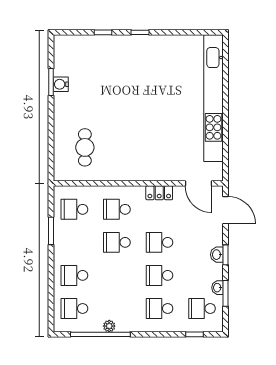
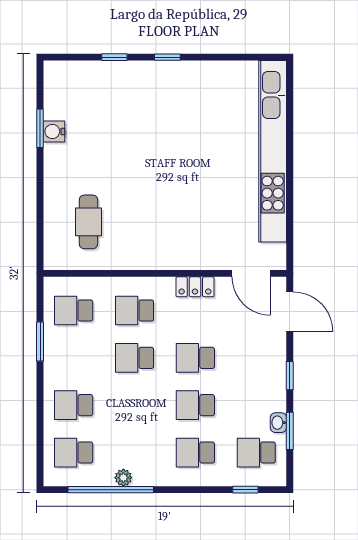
washbasin: (217, 255) -> (277, 375), removed

